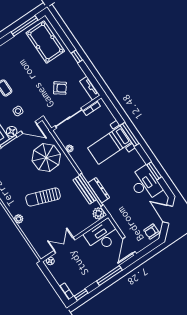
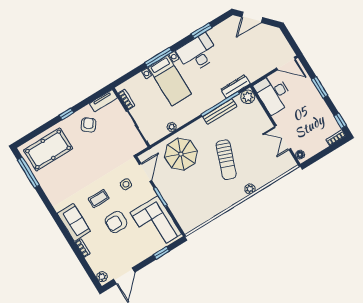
armchair: (60, 88) -> (88, 125), moved
floor lamp: (12, 131) -> (149, 193), removed
desk: (145, 184) -> (198, 53), moved
dresser: (99, 190) -> (235, 86), moved
armchair: (152, 232) -> (271, 37), removed
window: (109, 275) -> (320, 87), width x0.69

